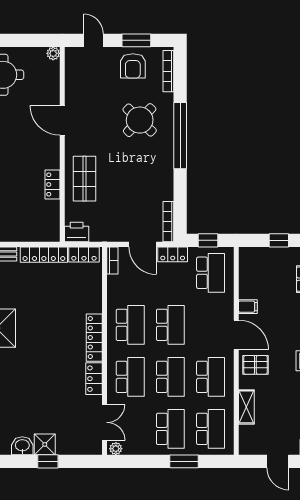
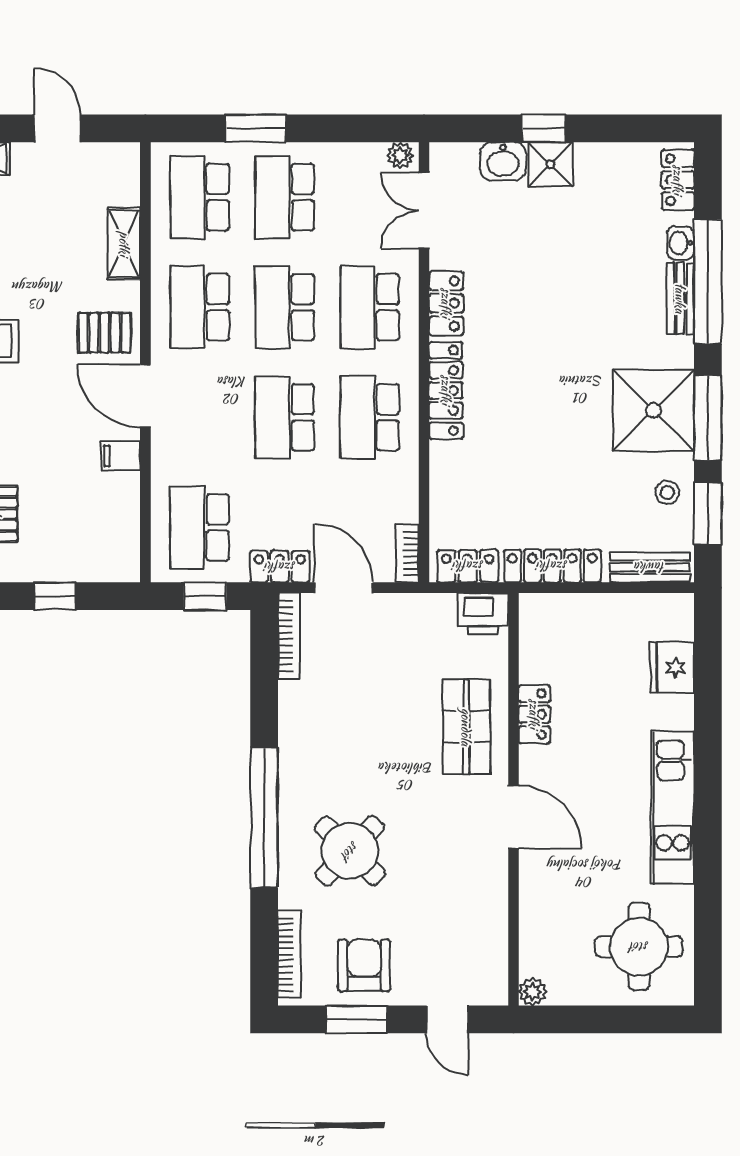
door: (62, 120) -> (513, 817), moved
washbasin: (22, 446) -> (503, 161), moved

